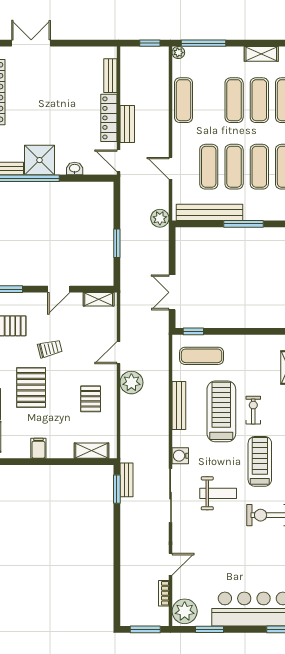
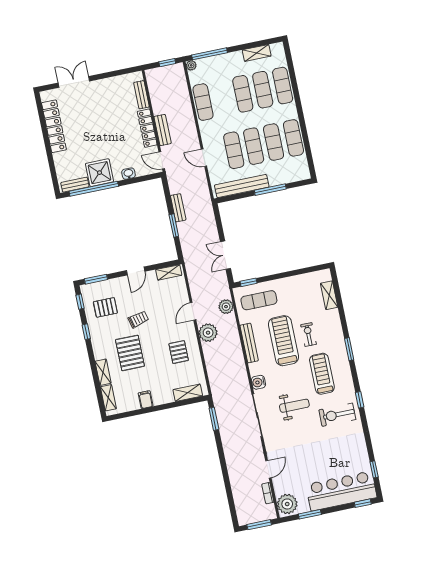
plant: (160, 218) -> (226, 307), moved
bench: (126, 480) -> (178, 208), moved

